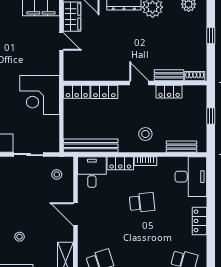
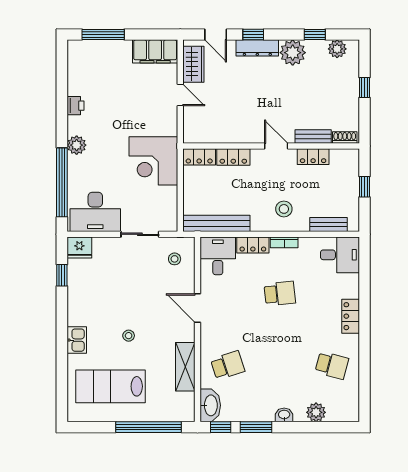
desk: (191, 177) -> (340, 255), width x0.73

